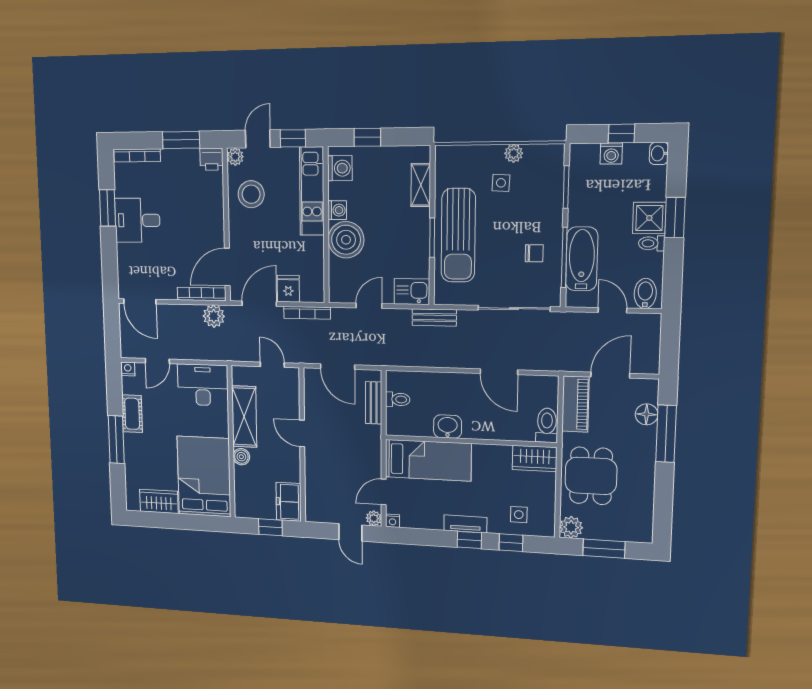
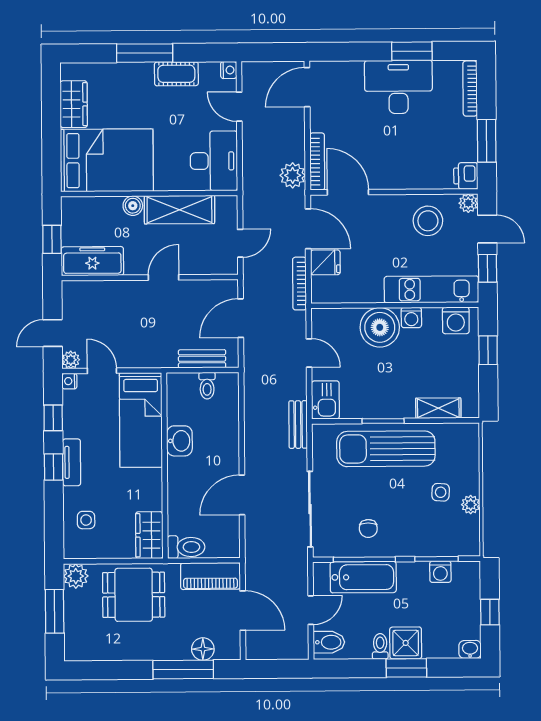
washing machine: (611, 153) -> (440, 572), moved, turned -90
desk: (137, 220) -> (398, 87), width x1.37
freezer: (289, 502) -> (92, 261), width x1.40
window: (511, 543) -> (53, 418), moved

